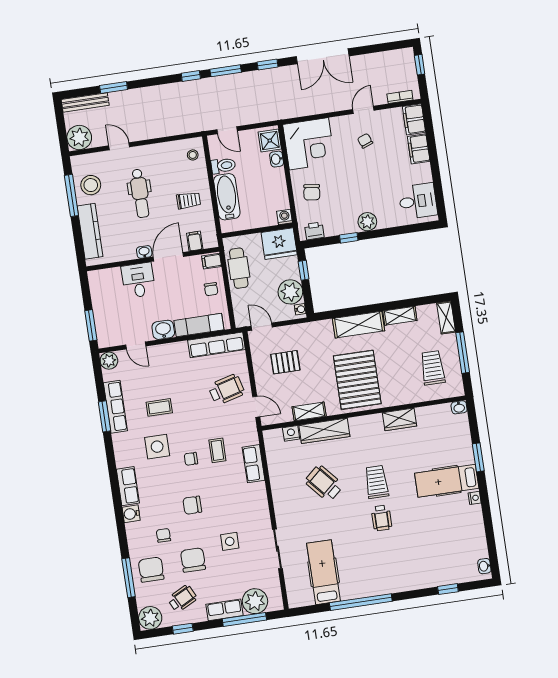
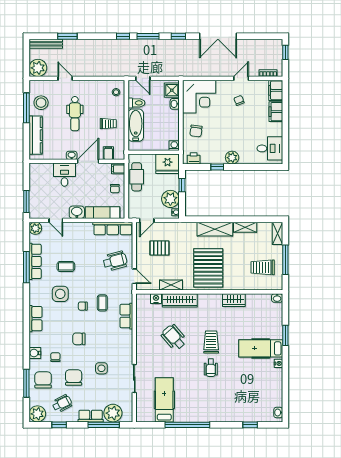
door: (262, 327) -> (147, 220), swing flipped
trolley: (433, 368) -> (263, 267), turned -90
window: (104, 416) -> (26, 267), width x1.44
water cooler: (131, 514) -> (35, 353), moved

